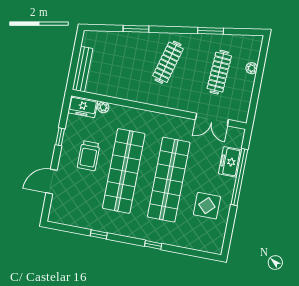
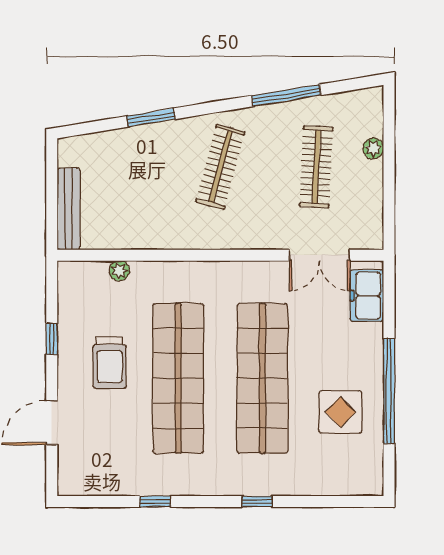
window: (211, 31) -> (286, 95), width x1.44
freezer: (83, 107) -> (82, 277), removed
freezer: (230, 162) -> (367, 296), moved
window: (239, 177) -> (389, 391), moved

